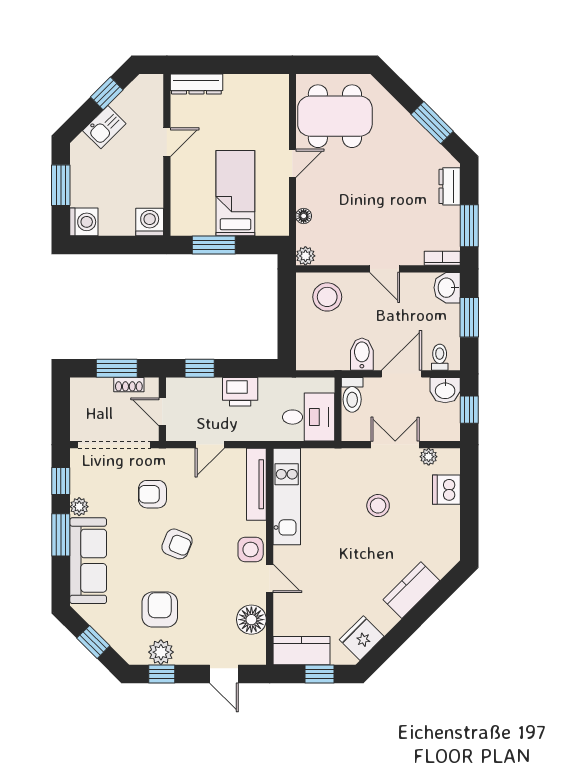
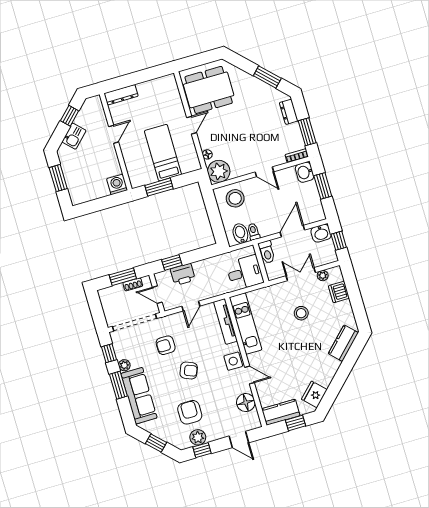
washing machine: (84, 222) -> (78, 196), removed
plant: (305, 256) -> (219, 171), width x1.88, depth x1.88
bidet: (362, 354) -> (240, 234), moved
toilet: (440, 357) -> (254, 232), moved
printer: (240, 392) -> (183, 274), moved
kitchen counter: (411, 590) -> (343, 343), moved

